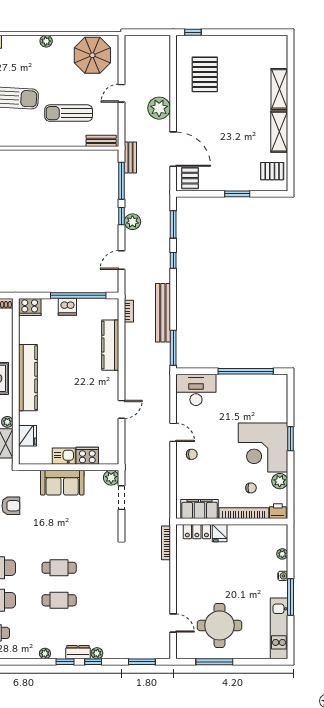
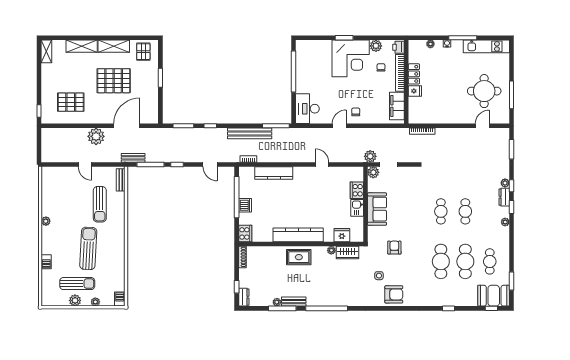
shelving: (272, 42) -> (46, 51), added
parasol: (92, 55) -> (56, 186), removed
pallet: (190, 178) -> (114, 81), moved, width x2.05, depth x2.00
plant: (132, 222) -> (370, 156), moved
locker: (197, 532) -> (414, 74), moved

